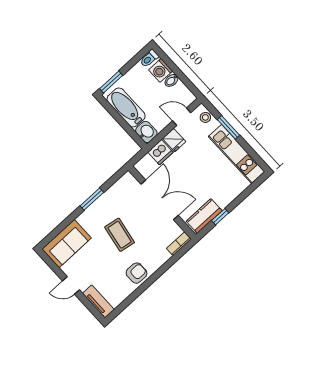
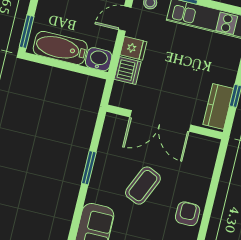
double door: (160, 200) -> (160, 121), swing flipped
coffee table: (120, 235) -> (143, 186), turned -76
bookcase: (179, 244) -> (211, 153), removed

